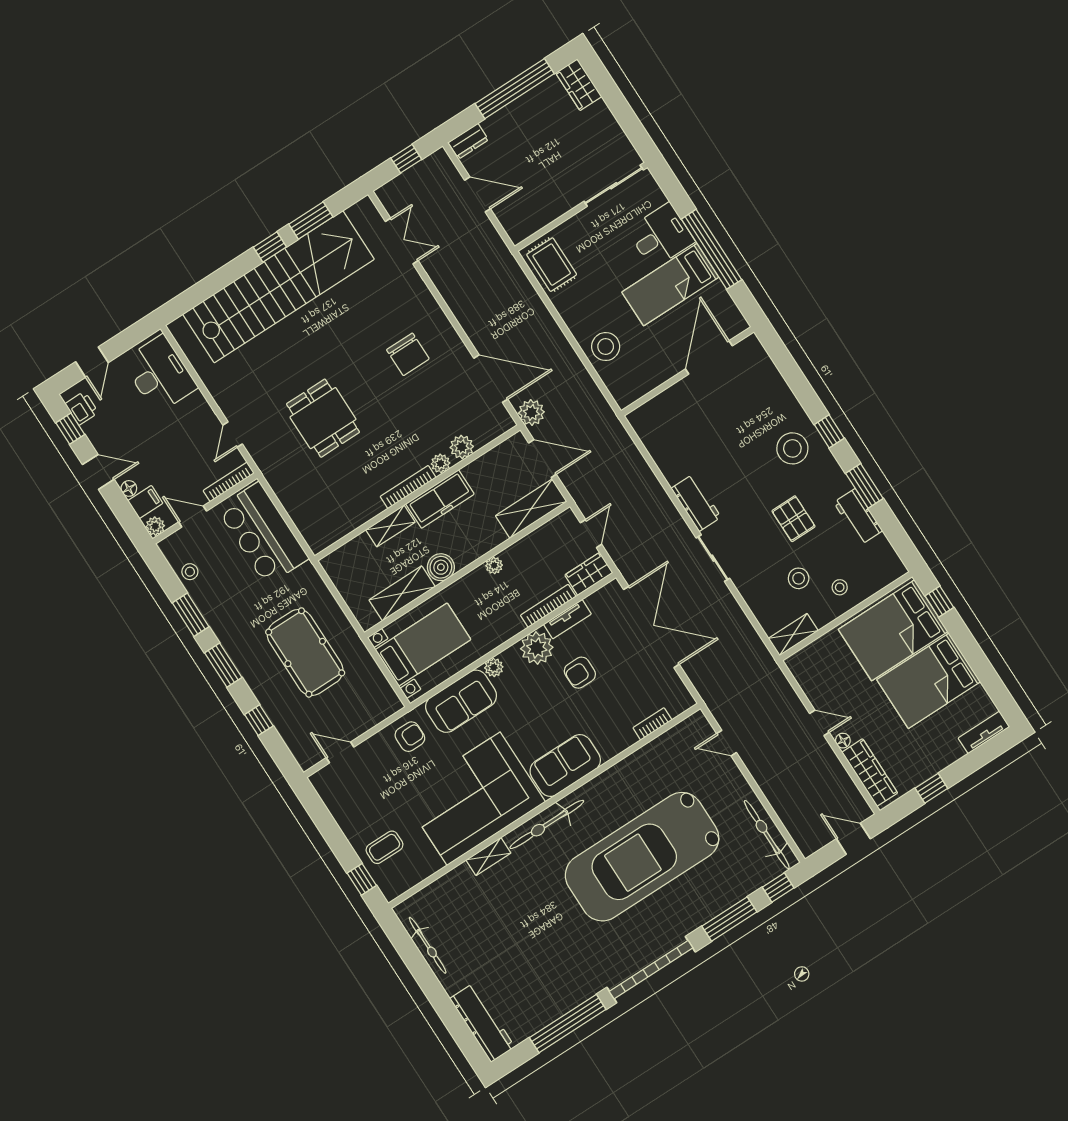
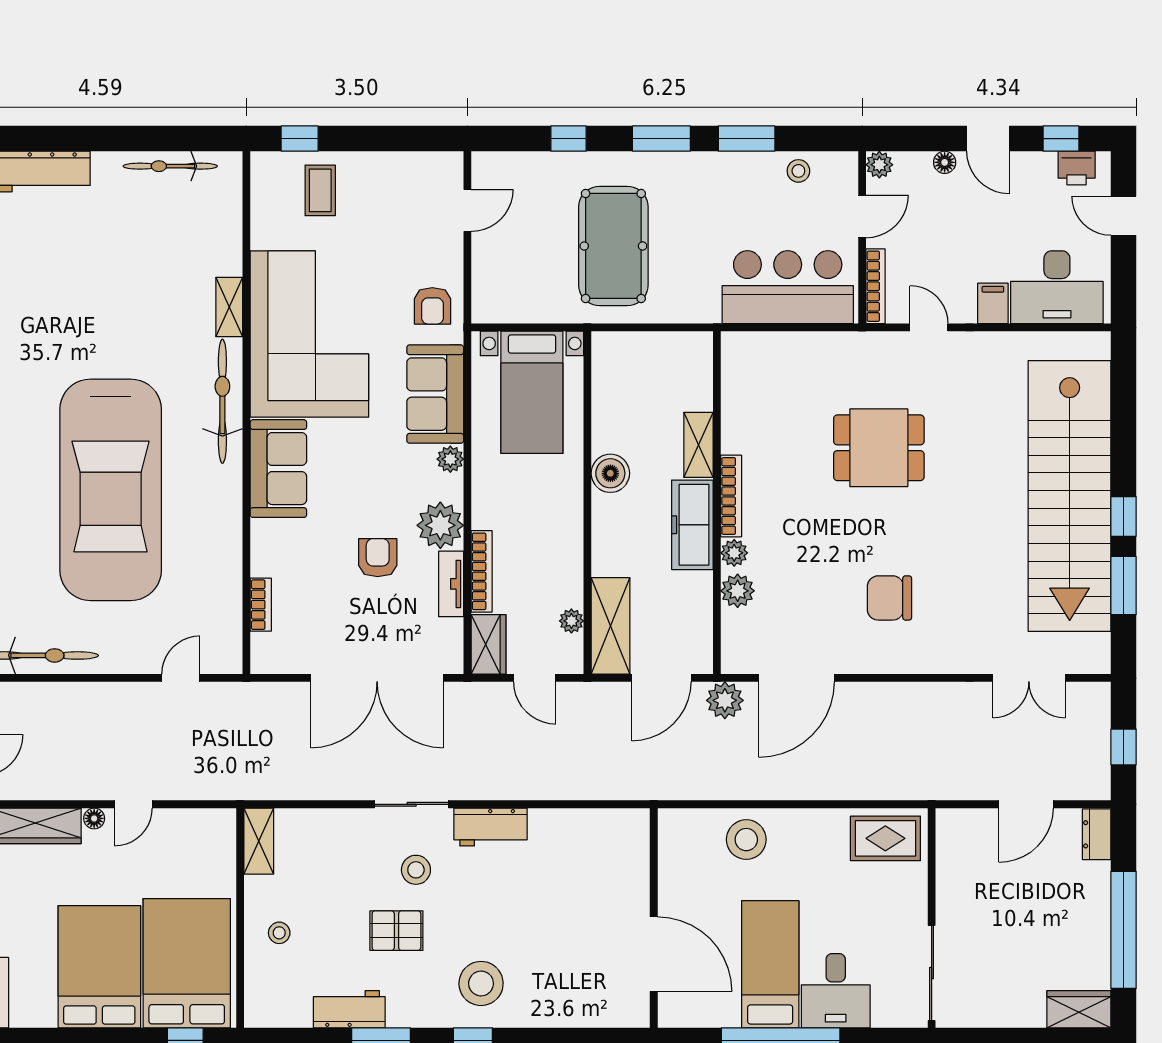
door: (98, 472) -> (988, 139), hinge flipped
filing cabinet: (145, 502) -> (993, 303), moved, turned 180
plant: (494, 565) -> (571, 621), moved
stool: (799, 578) -> (416, 870), moved
shelving: (402, 593) -> (609, 407), removed
pool table: (305, 652) -> (613, 246), turned 90
car: (642, 857) -> (111, 490), turned 180

